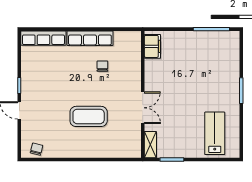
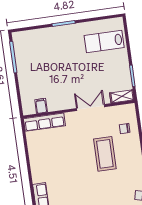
row of seats: (90, 38) -> (44, 122), moved, turned 90
filing cabinet: (152, 46) -> (41, 106), width x0.50
chair: (102, 66) -> (125, 129), moved

